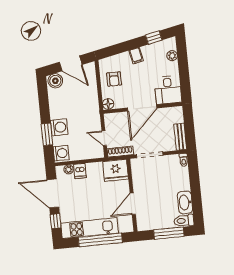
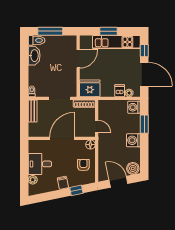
window: (154, 38) -> (76, 190), moved
desk: (168, 90) -> (40, 164), moved, turned -90
washing machine: (59, 127) -> (133, 140), moved
door: (104, 138) -> (97, 126), moved
window: (100, 240) -> (108, 31), width x0.47

